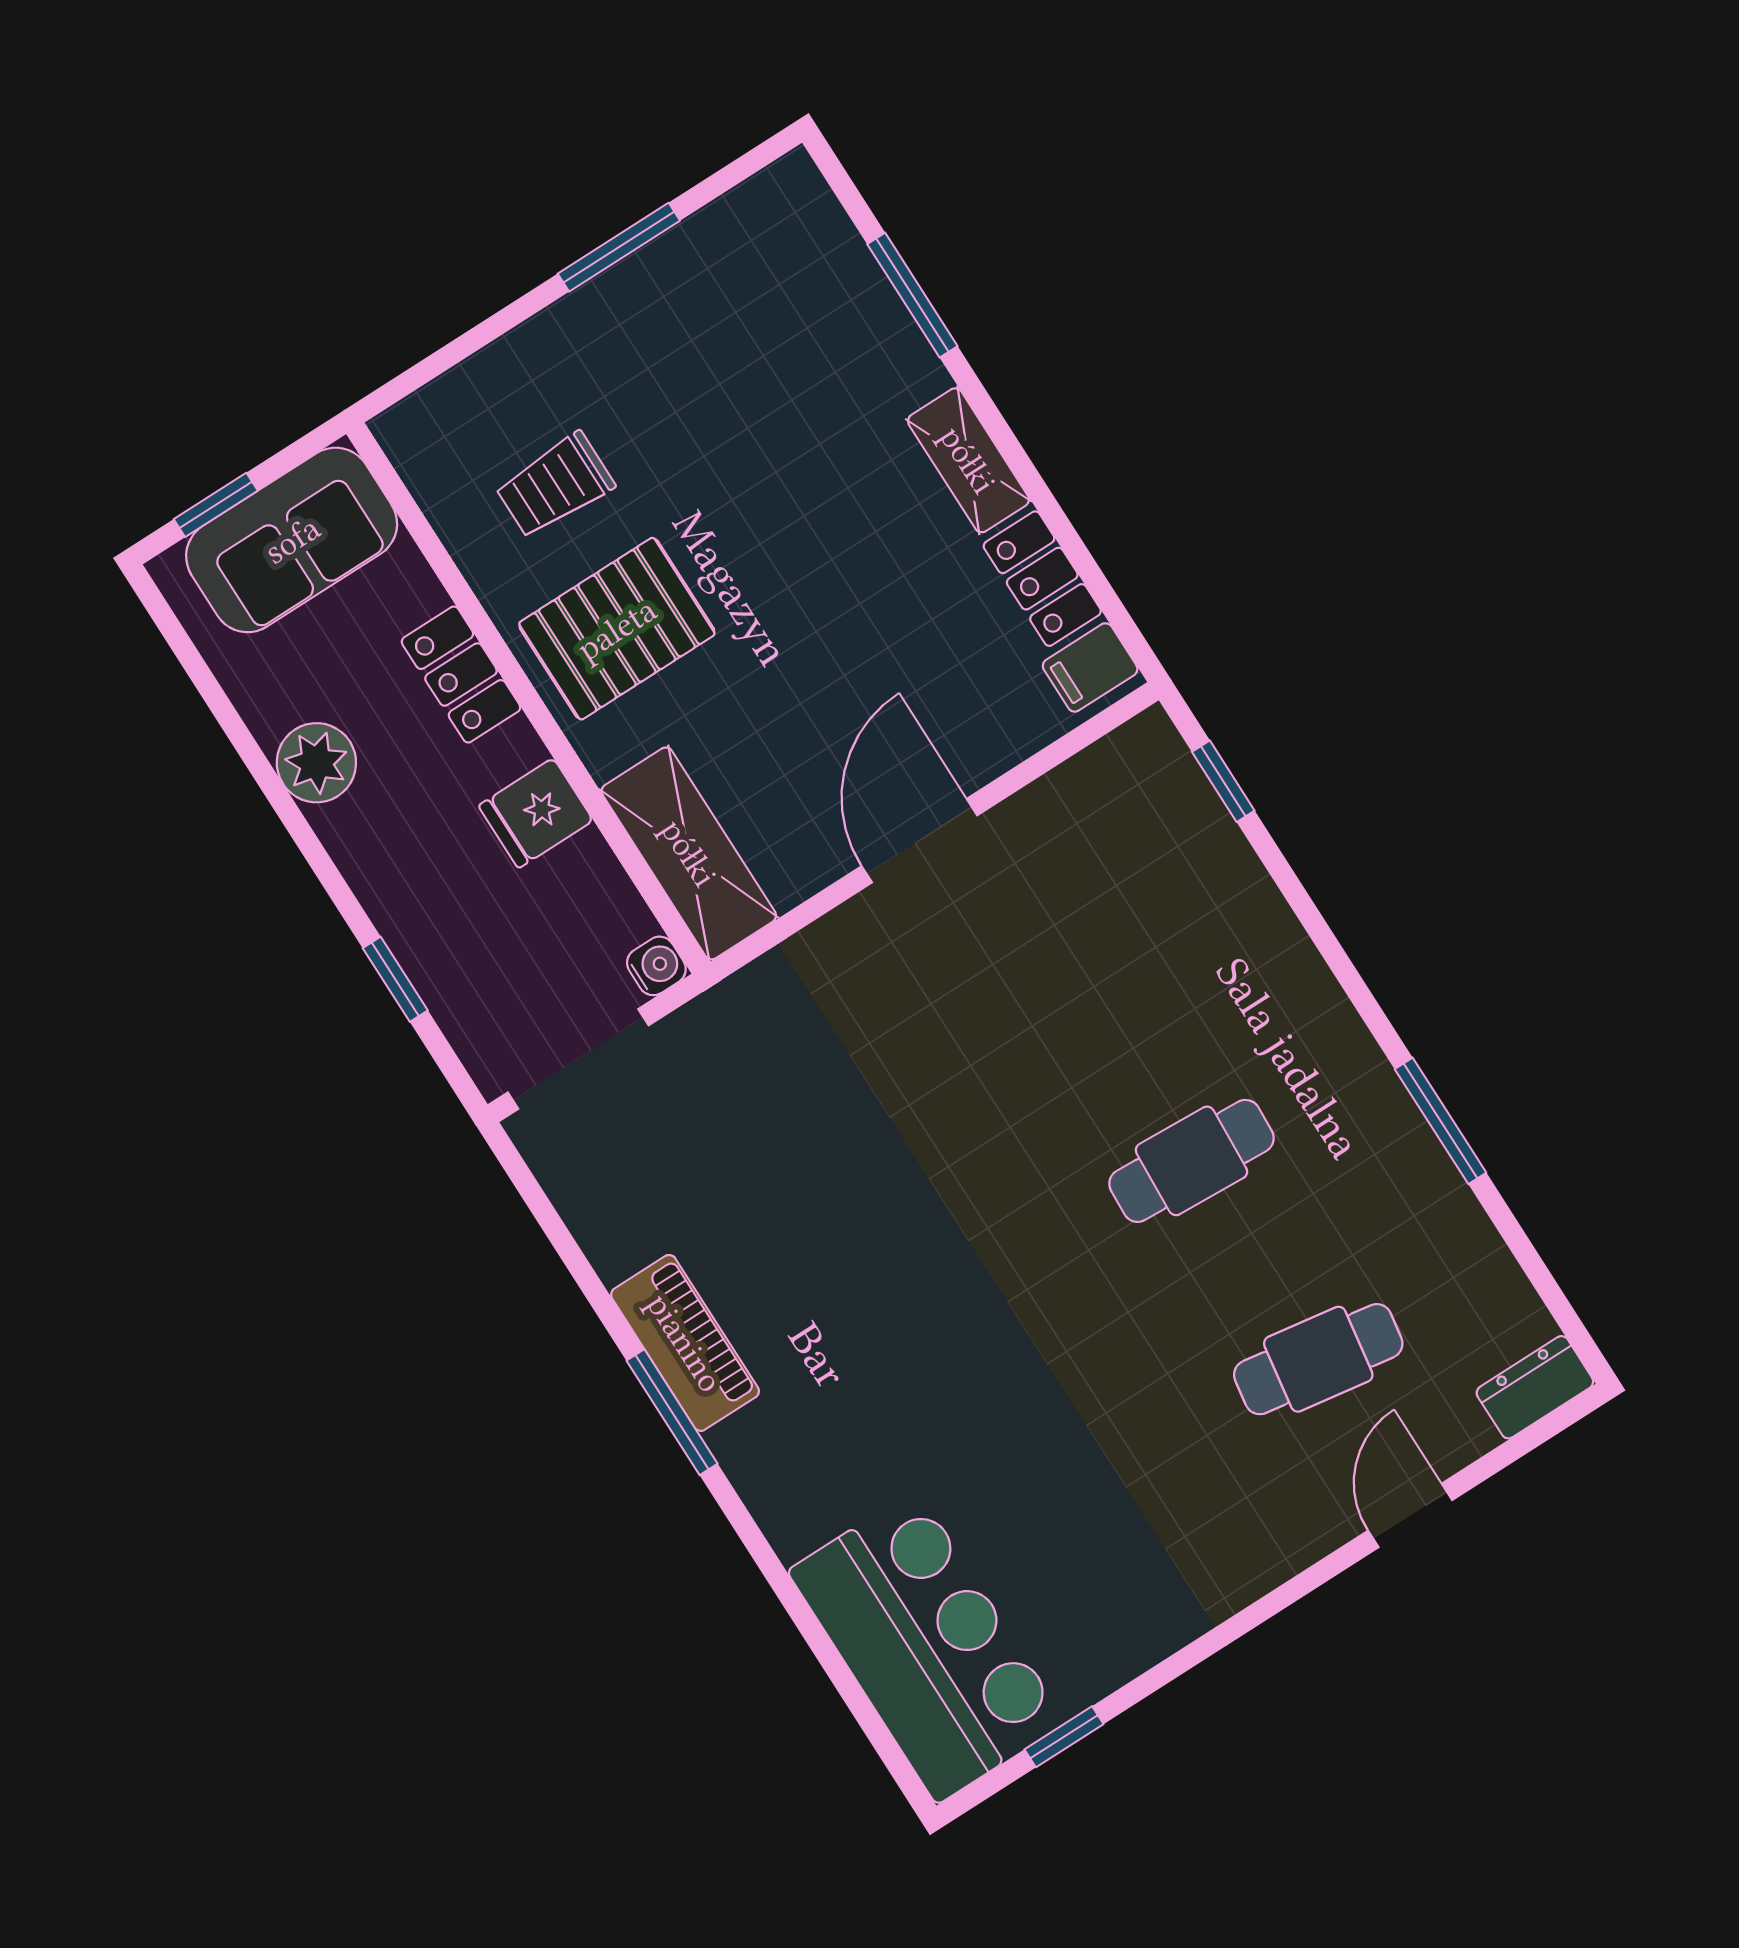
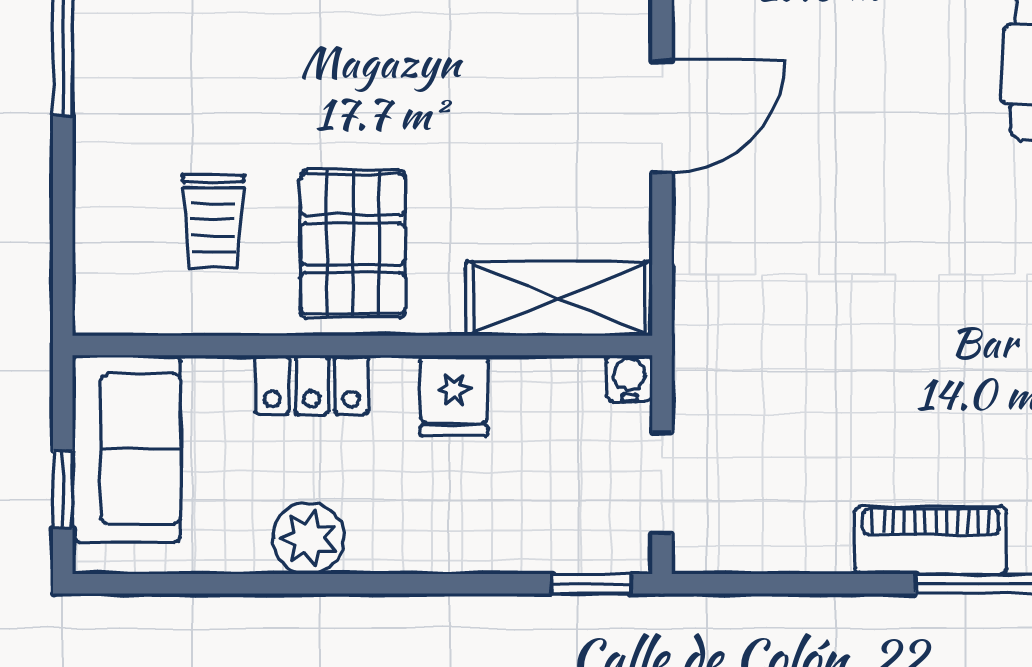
door: (919, 841) -> (662, 117), swing flipped
window: (395, 979) -> (591, 584), moved
doorway: (578, 1059) -> (662, 483), width x0.73

